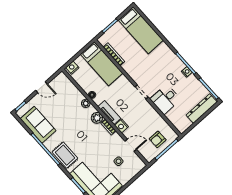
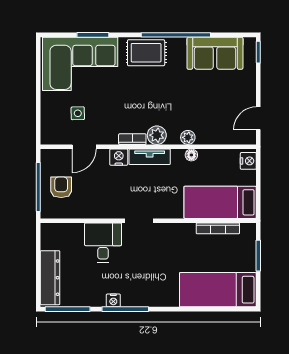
door: (42, 87) -> (258, 118), moved

